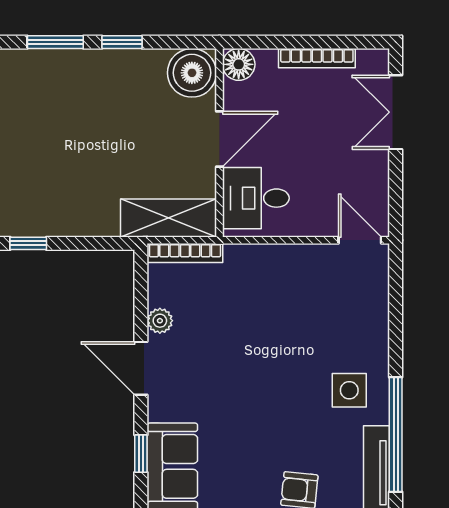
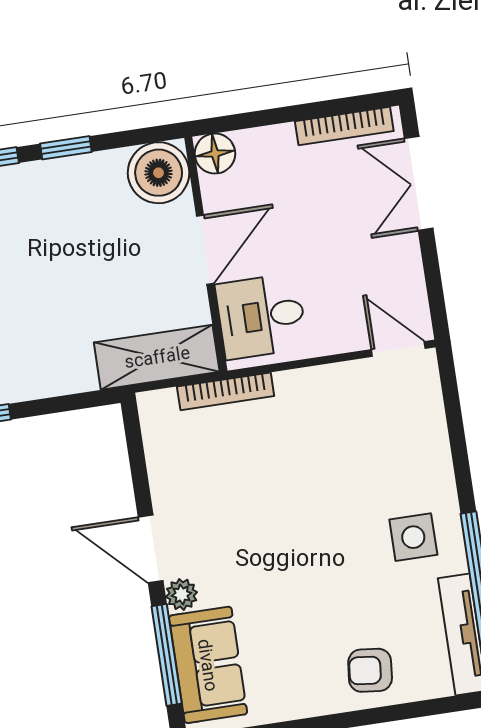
bookcase: (317, 58) -> (344, 126), moved
bookcase: (185, 253) -> (226, 391), moved
plant: (160, 321) -> (182, 594), moved
window: (141, 454) -> (167, 655), width x2.17

